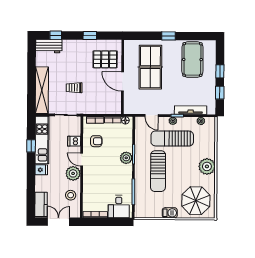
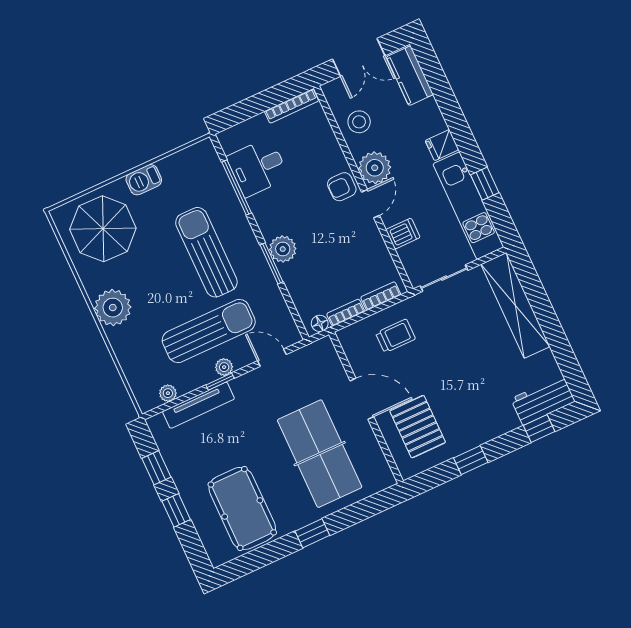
pallet: (105, 59) -> (418, 427), turned 90
trolley: (74, 88) -> (396, 336), moved
armchair: (96, 141) -> (342, 187), moved
door: (82, 160) -> (371, 204), hinge flipped
desk: (119, 207) -> (258, 167), moved, turned -90

